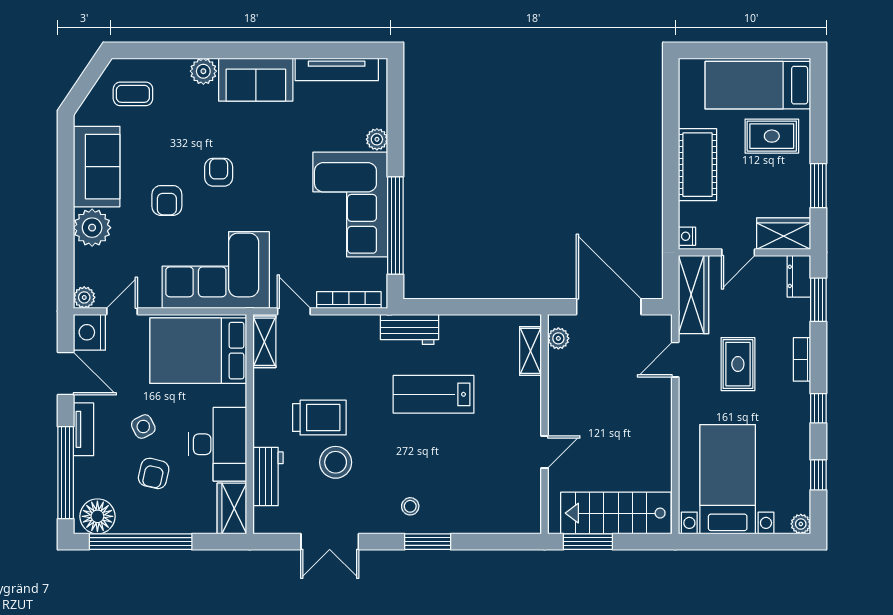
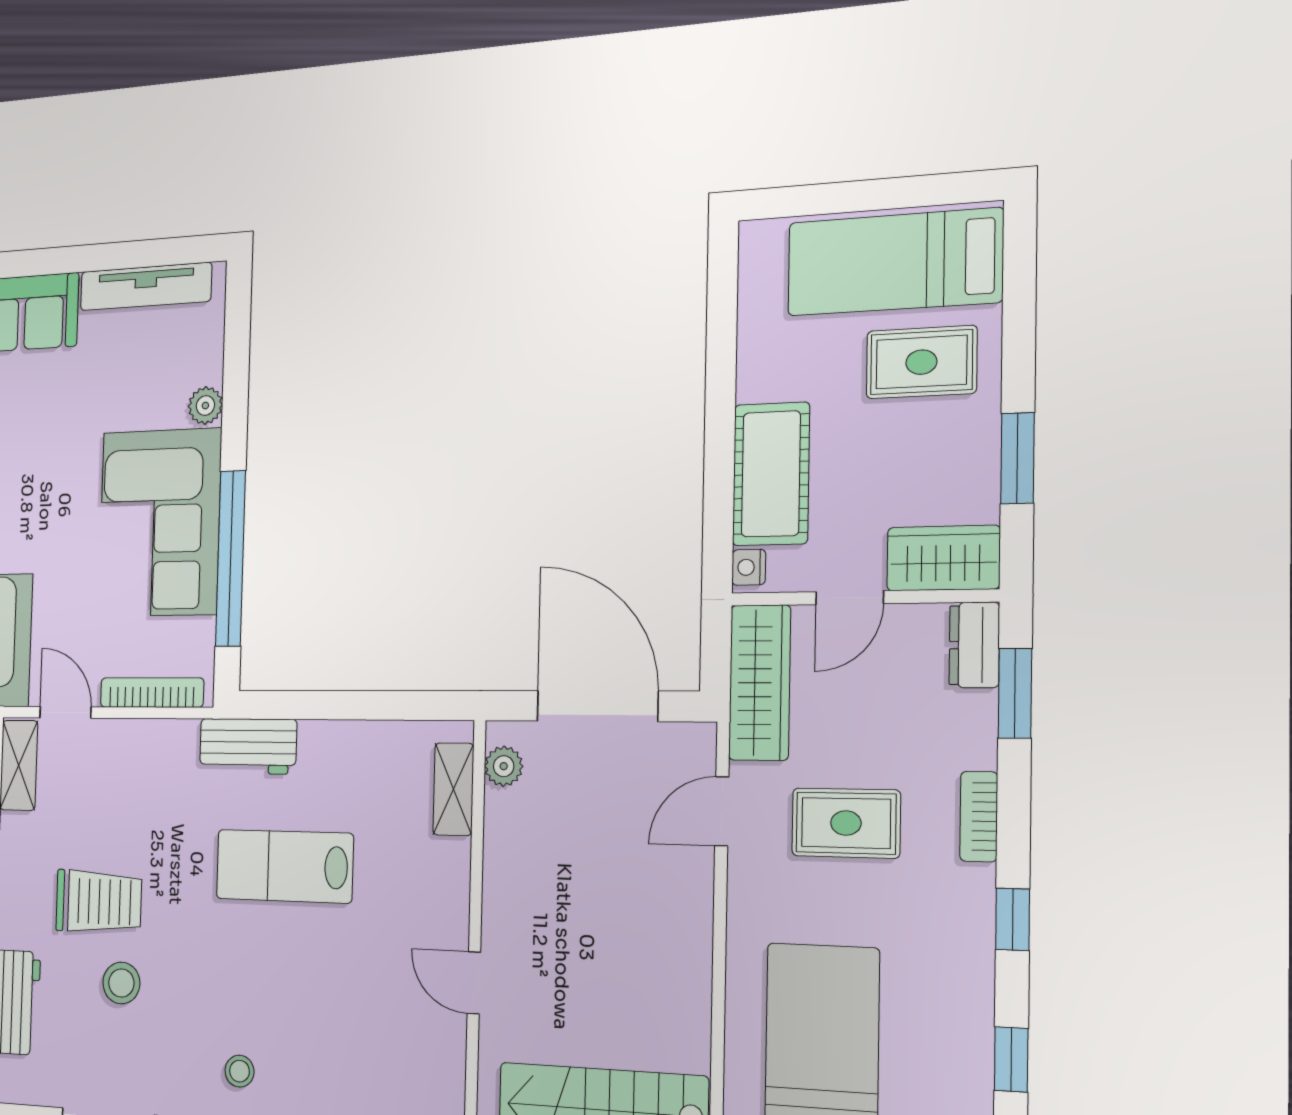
cot: (698, 165) -> (771, 474), moved
rug: (738, 364) -> (846, 823), turned 90
door: (545, 452) -> (474, 983), swing flipped
stool: (336, 462) -> (121, 983), width x0.73, depth x0.73

